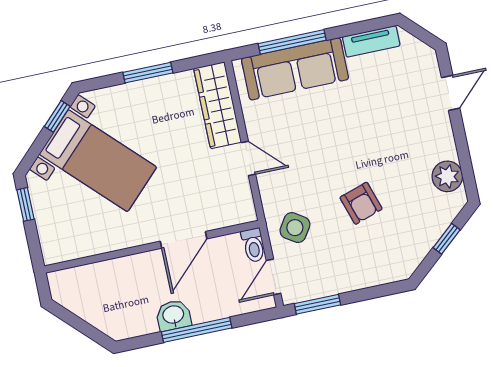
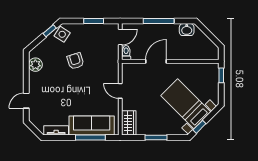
wardrobe: (218, 105) -> (129, 123), width x0.67
window: (26, 204) -> (221, 75), moved
side table: (295, 228) -> (62, 34), moved
window: (447, 239) -> (50, 31), moved
window: (317, 304) -> (94, 21), moved
washbasin: (173, 315) -> (187, 30), moved

